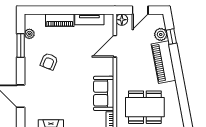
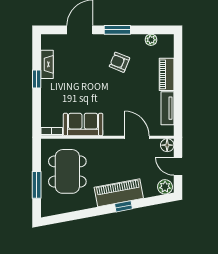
plant: (161, 34) -> (165, 187), moved
window: (171, 37) -> (124, 206), moved
window: (21, 45) -> (117, 30), moved

